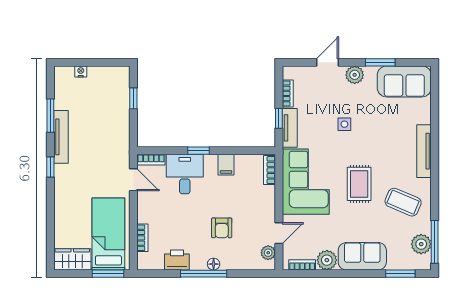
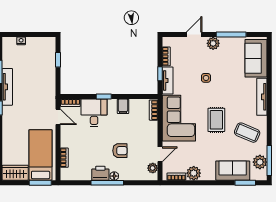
window: (380, 62) -> (231, 35), width x1.44
sofa: (404, 81) -> (256, 58), moved, turned 90
armchair: (222, 228) -> (120, 151), turned -90
sofa: (362, 256) -> (233, 171), moved
printer: (177, 260) -> (100, 173), moved

